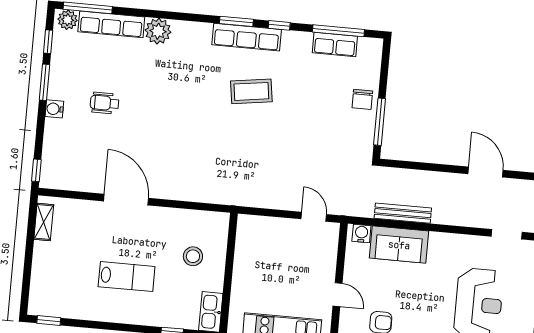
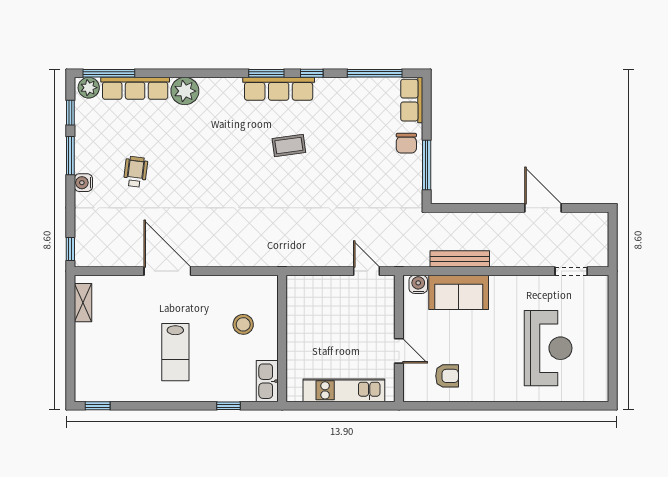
row of seats: (335, 45) -> (412, 100), moved, turned 90
coffee table: (251, 91) -> (289, 145), width x0.73, depth x0.77
wheelchair: (105, 103) -> (136, 172), turned 97
lab bench: (127, 277) -> (175, 352), turned 90

